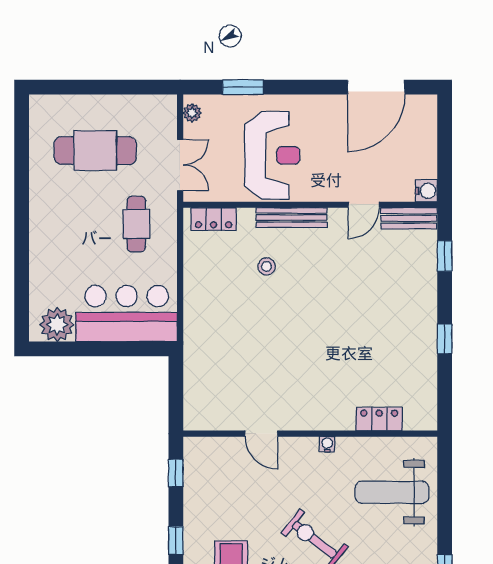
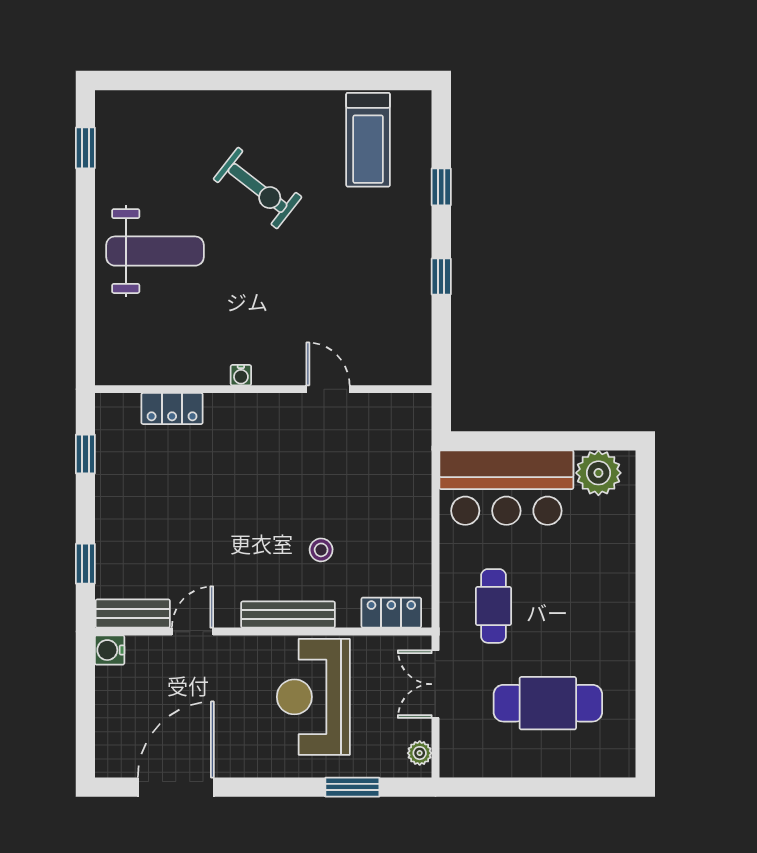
locker: (379, 419) -> (172, 409), moved
door: (261, 434) -> (328, 389), moved
wall: (310, 434) -> (263, 389), moved
water cooler: (327, 444) -> (241, 375), moved

